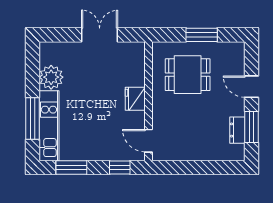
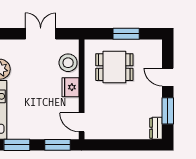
stool: (132, 70) -> (68, 63), added
dresser: (237, 130) -> (156, 128), moved
window: (120, 168) -> (58, 145), width x1.50

